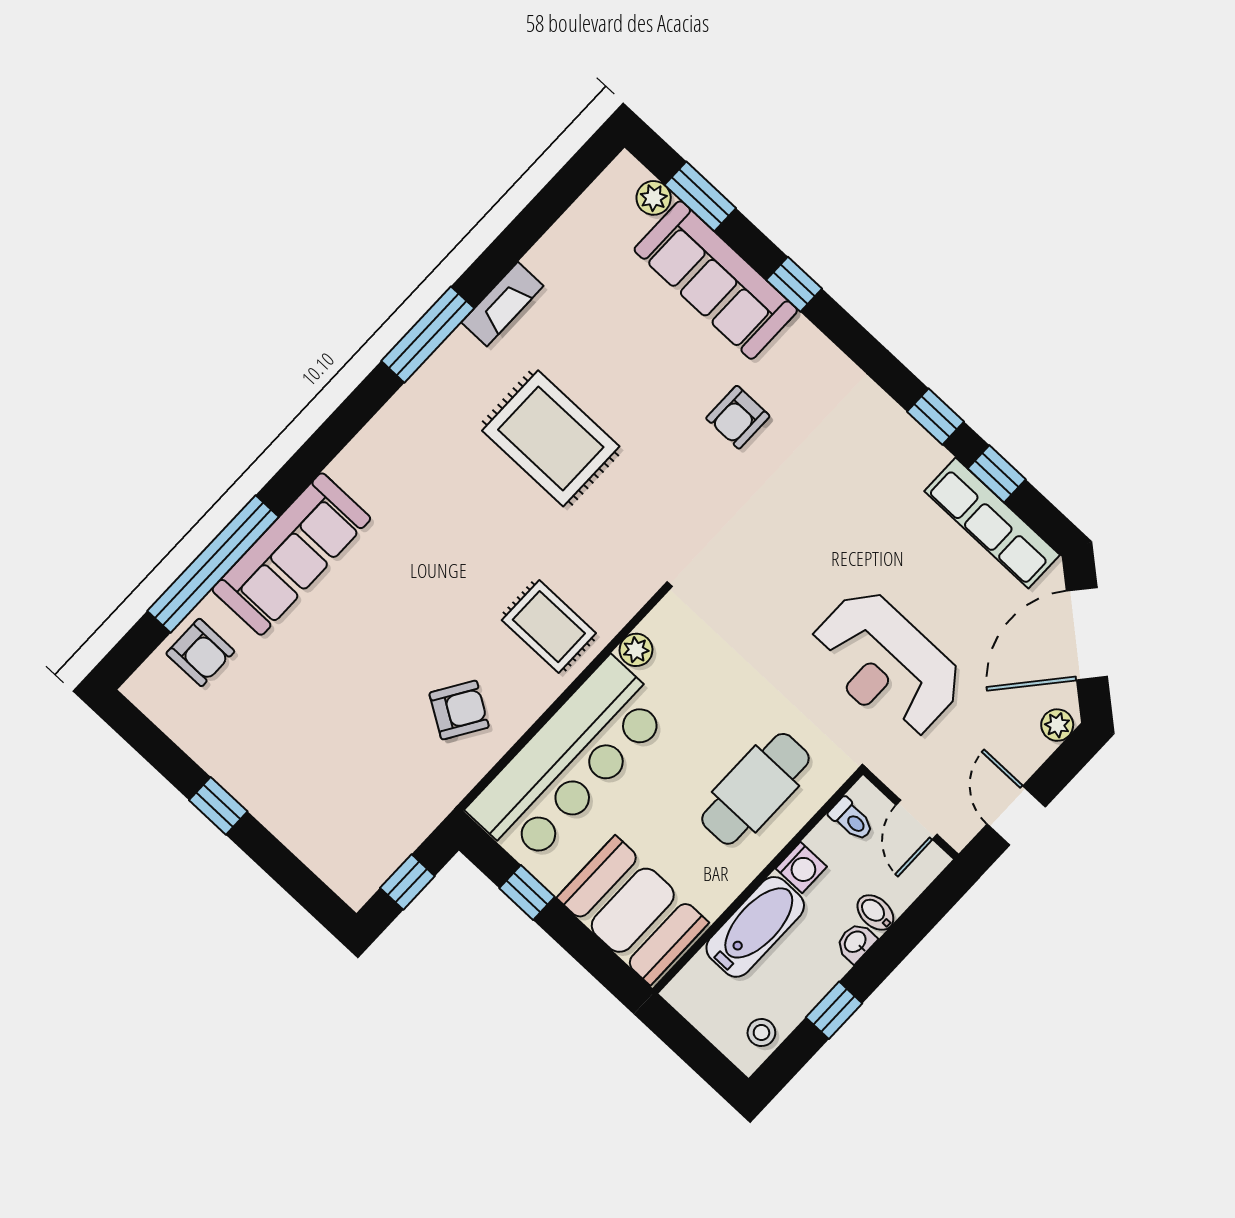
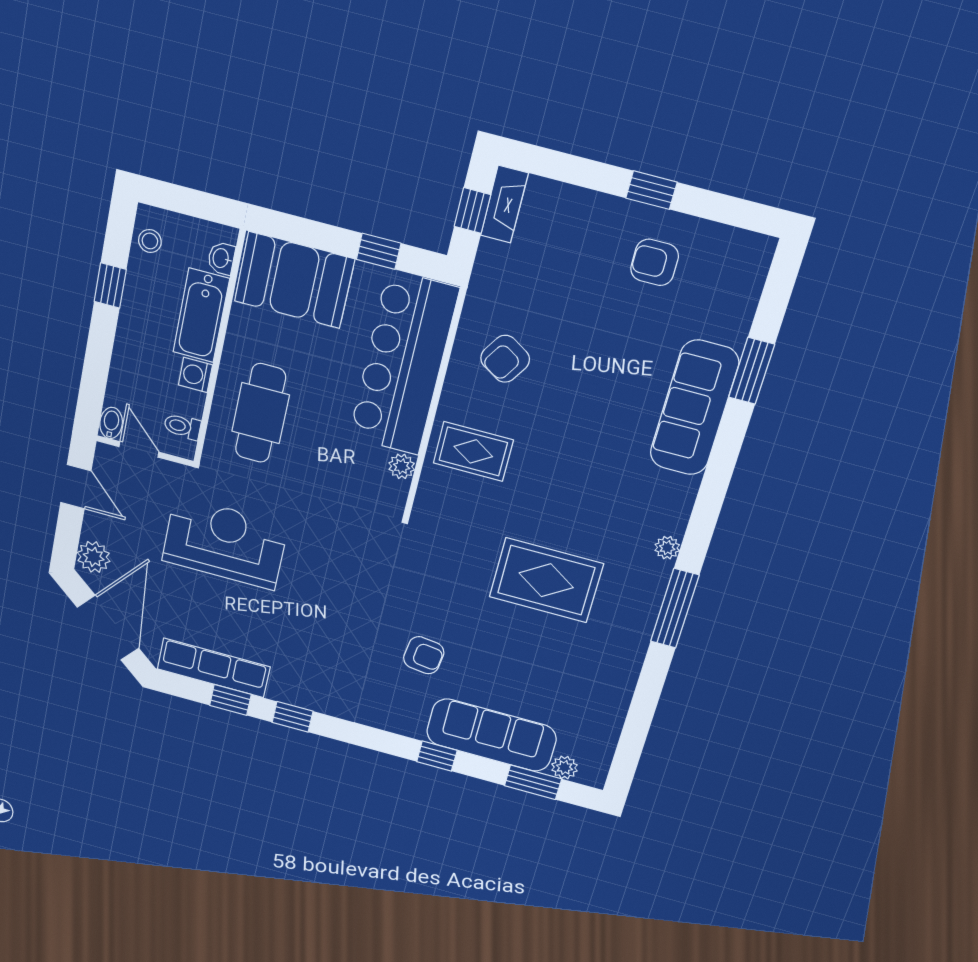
fireplace: (502, 304) -> (504, 204), moved, turned 180
plant: (399, 410) -> (667, 548), added
armchair: (738, 417) -> (424, 655), turned 97
window: (213, 564) -> (751, 371), width x0.47
armchair: (200, 652) -> (655, 262), moved
plant: (1057, 725) -> (94, 557), width x1.38, depth x1.38
bidet: (875, 912) -> (111, 423), moved, turned -90
washbasin: (856, 942) -> (221, 258), moved, turned 180

